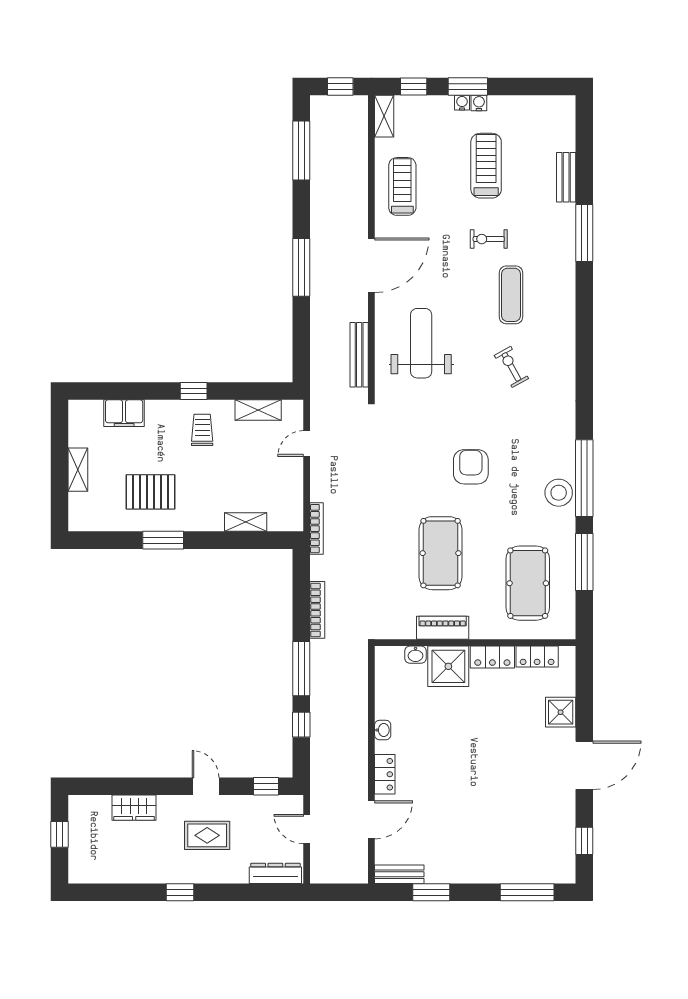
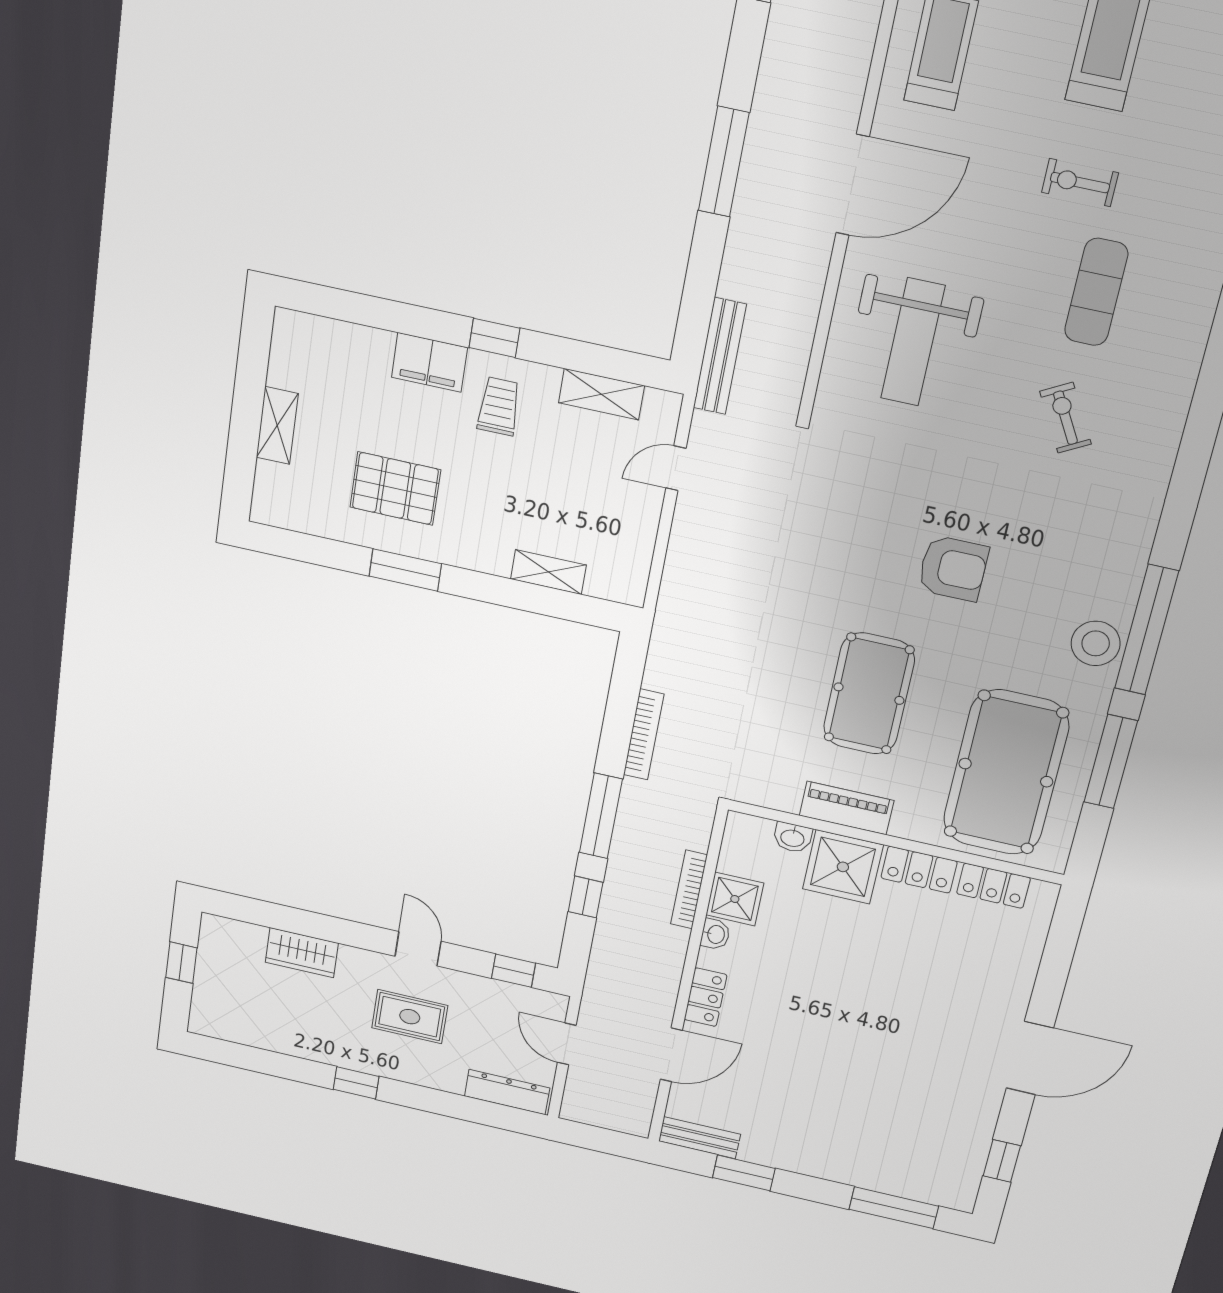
weight bench: (421, 343) -> (913, 342), turned 180
bench: (359, 355) -> (720, 356), moved
filing cabinet: (124, 413) -> (429, 362), moved
armchair: (471, 467) -> (953, 568), turned 90
bookcase: (317, 529) -> (689, 889), moved, turned 180
pool table: (528, 583) -> (1006, 773), width x1.36, depth x1.32
shower: (561, 712) -> (735, 899), moved

